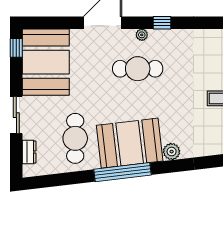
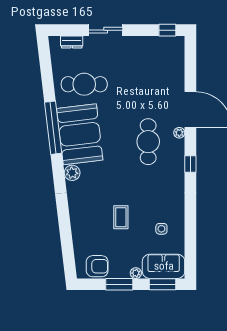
plant: (142, 35) -> (179, 133), moved
booth: (46, 62) -> (154, 57), removed

